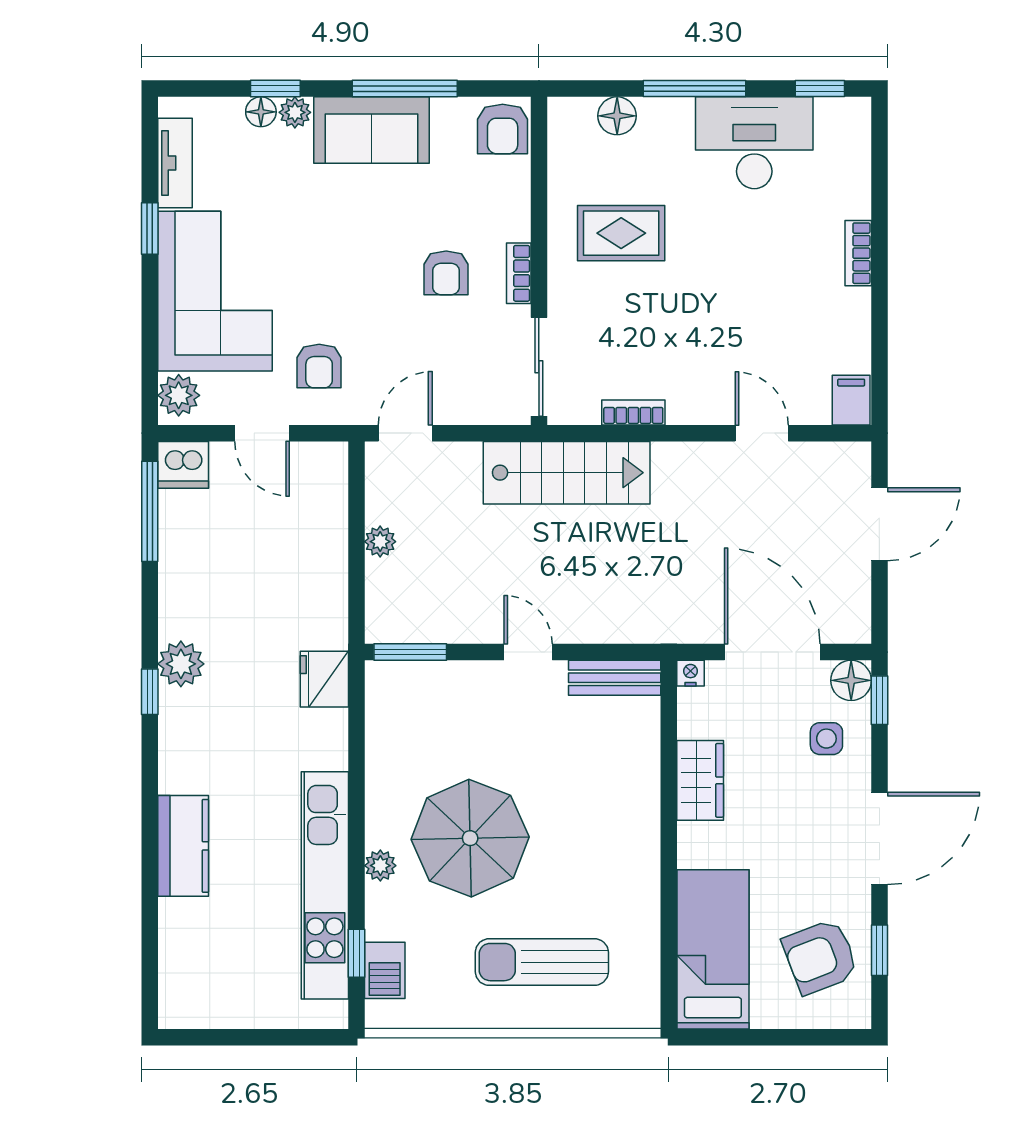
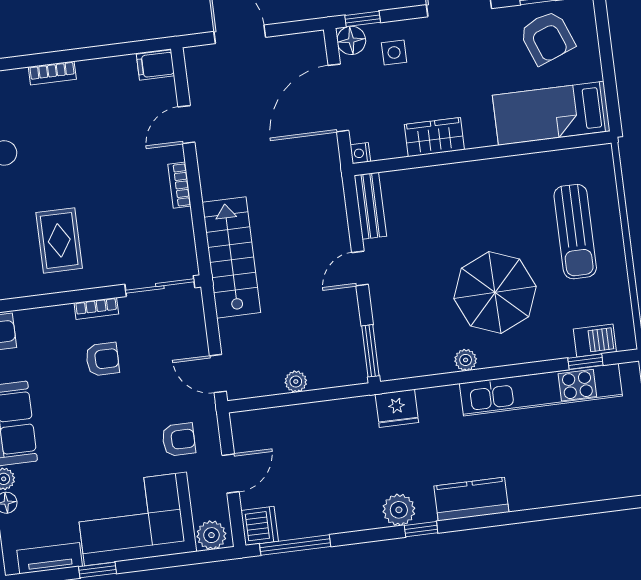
bookcase: (633, 412) -> (179, 185), moved
kitchen counter: (183, 846) -> (471, 499), moved
plant: (380, 866) -> (466, 360), moved

